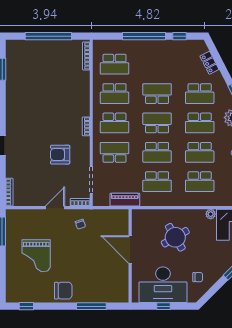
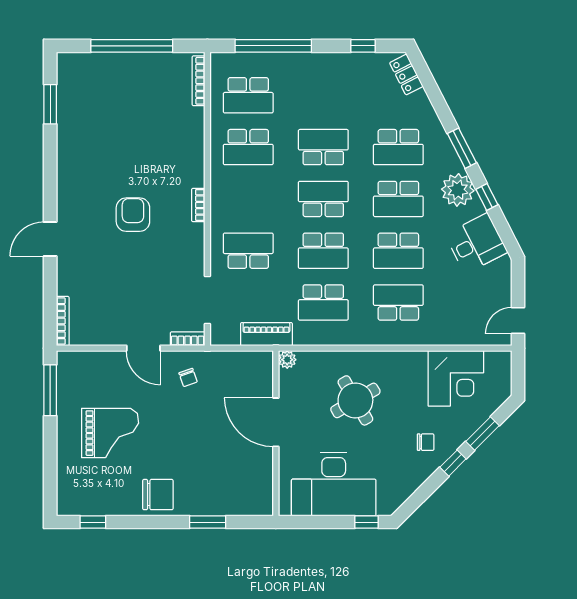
window: (144, 36) -> (273, 46), moved
locker: (209, 63) -> (406, 75), moved
school desk: (114, 123) -> (248, 199), removed
armchair: (60, 155) -> (133, 215), moved, turned 90
school desk: (200, 182) -> (398, 303), turned 180
door: (55, 208) -> (143, 348), swing flipped
plant: (211, 214) -> (287, 360), moved
grand piano: (36, 256) -> (110, 433), turned -90
chair: (198, 277) -> (426, 442), moved
window: (91, 306) -> (208, 522), width x0.69
window: (163, 306) -> (366, 522), moved

